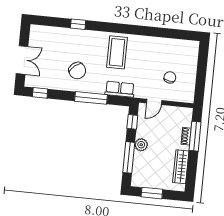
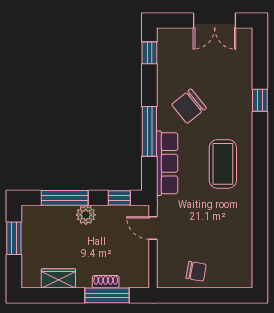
coffee table: (117, 52) -> (223, 164), turned 90
double door: (22, 60) -> (215, 20), moved
chair: (170, 77) -> (196, 271), moved
row of seats: (120, 89) -> (167, 163), width x1.48
wardrobe: (181, 167) -> (58, 278), width x0.67

